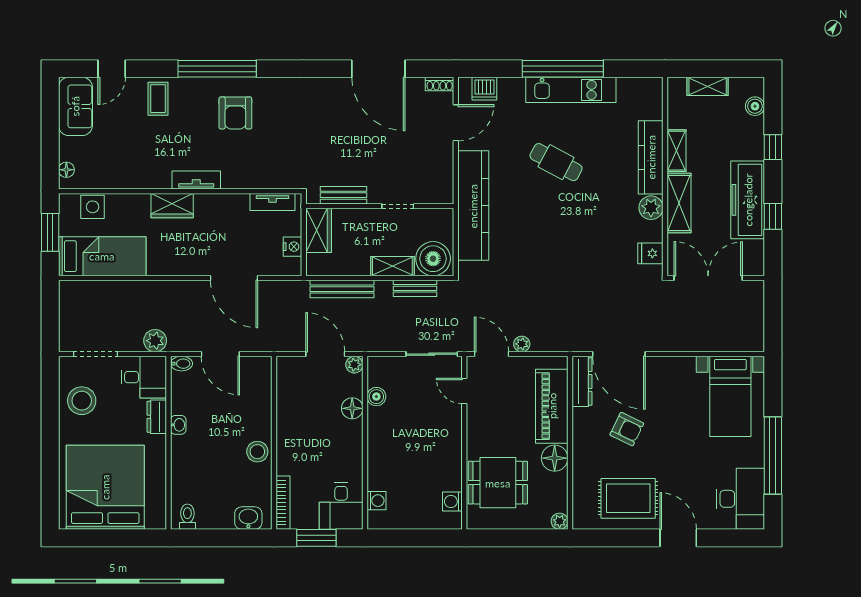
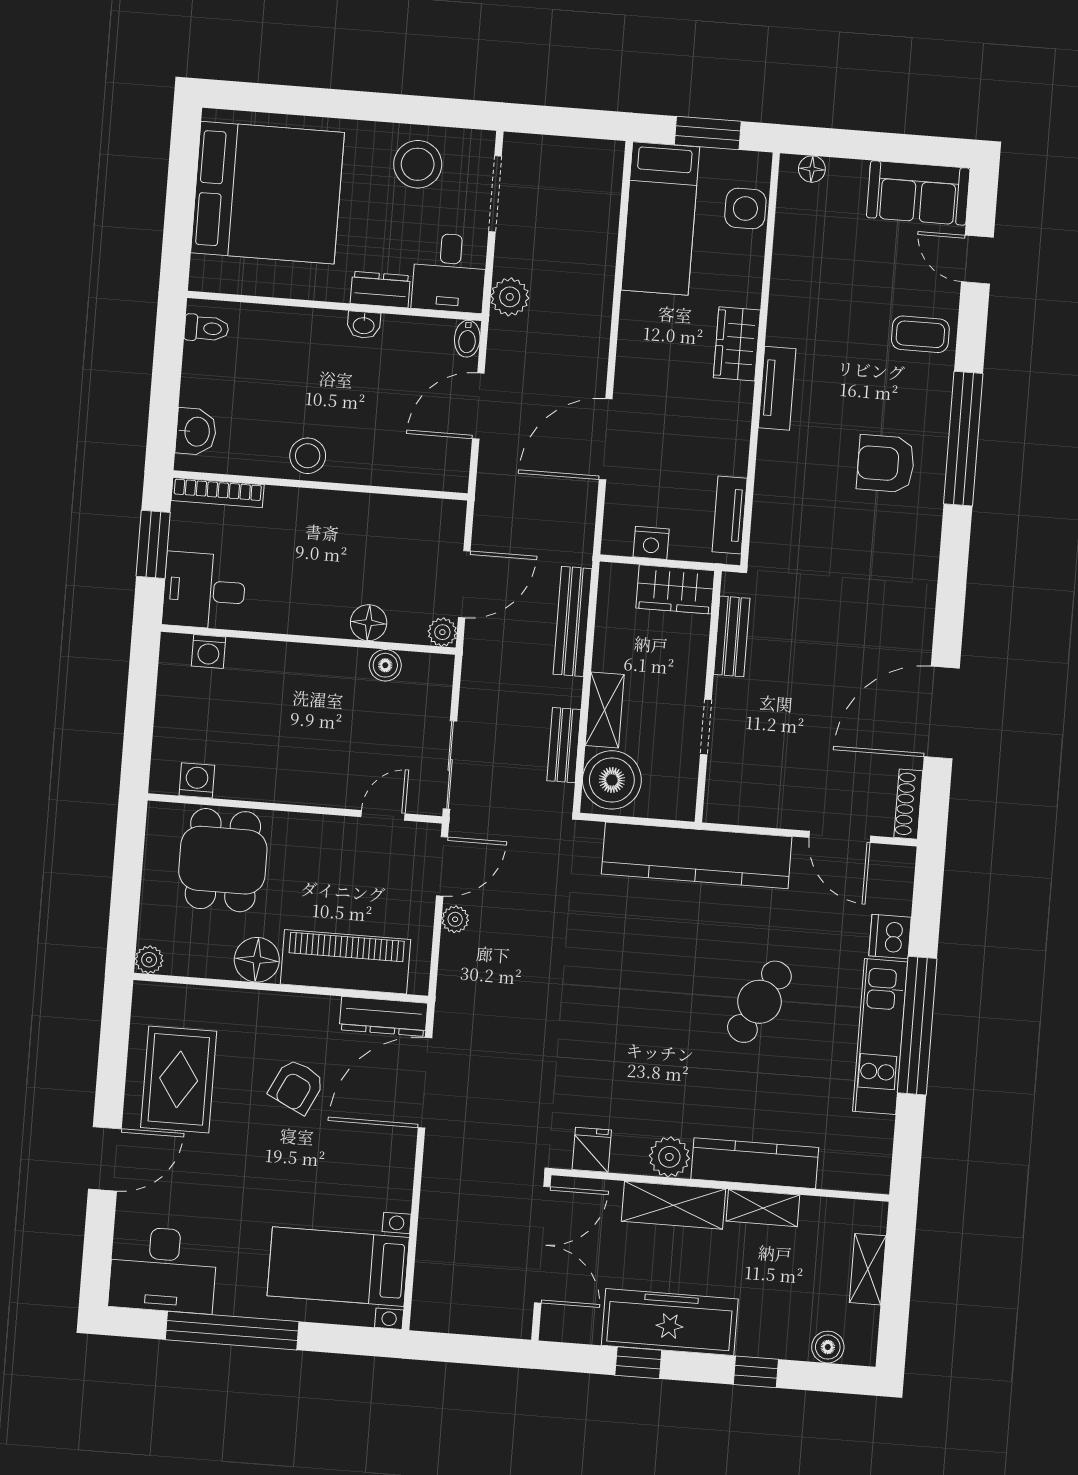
shoe rack: (440, 84) -> (908, 804), width x1.43
dishwasher: (484, 89) -> (890, 937), moved

